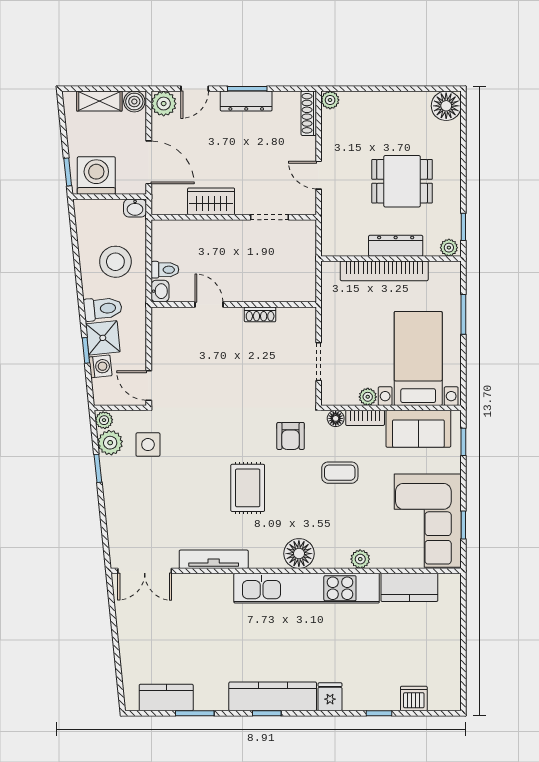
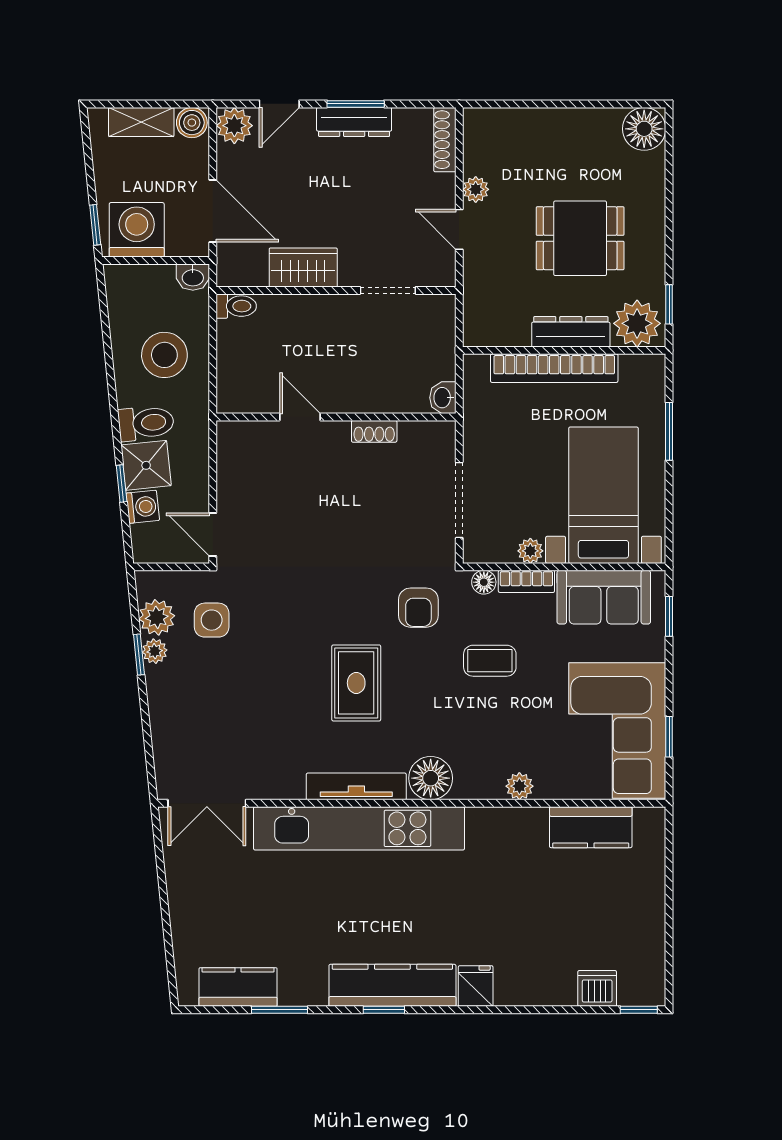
plant: (330, 100) -> (476, 189), moved
plant: (449, 248) -> (637, 323), width x1.88, depth x1.88
toilet: (165, 270) -> (236, 306), moved
washbasin: (160, 291) -> (443, 398), moved, turned 180
doorway: (319, 362) -> (459, 500), width x1.38
plant: (104, 420) -> (155, 651), moved
tv unit: (214, 559) -> (356, 786), moved
kitchen unit: (307, 588) -> (359, 828), moved
window: (379, 713) -> (639, 1010), moved

